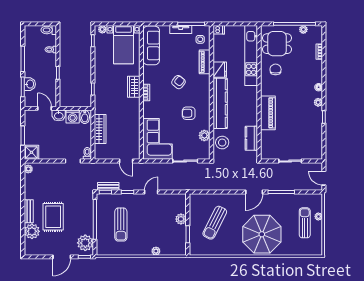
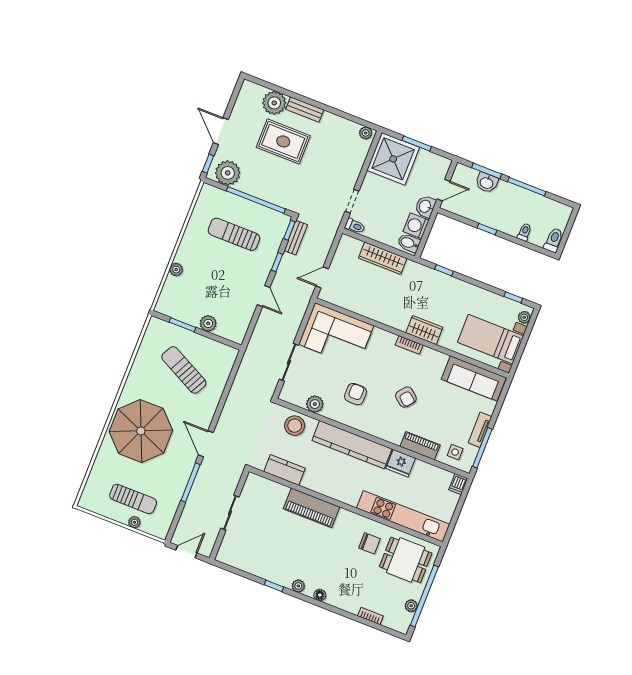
dining table: (277, 44) -> (406, 560), turned 90
shower: (31, 152) -> (393, 159), width x1.86, depth x1.86

